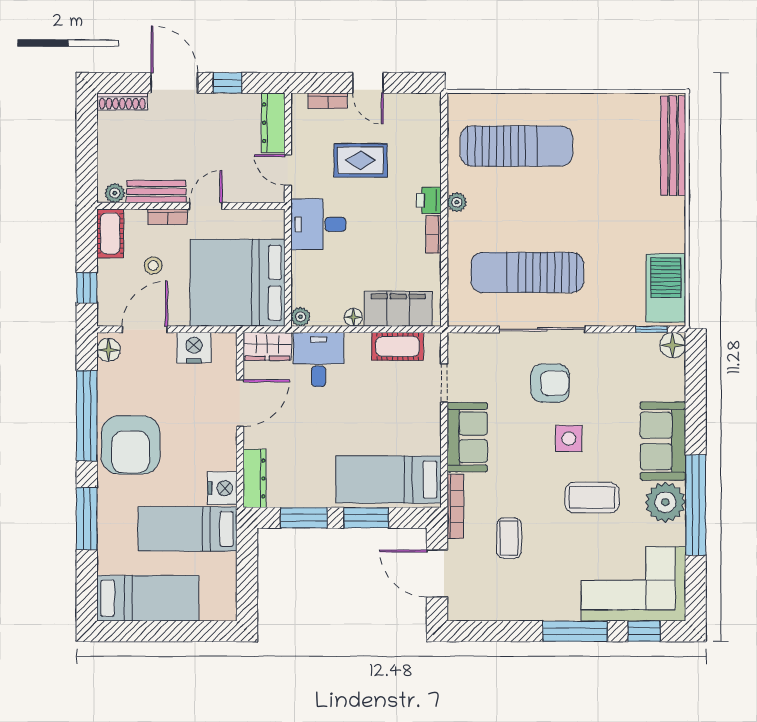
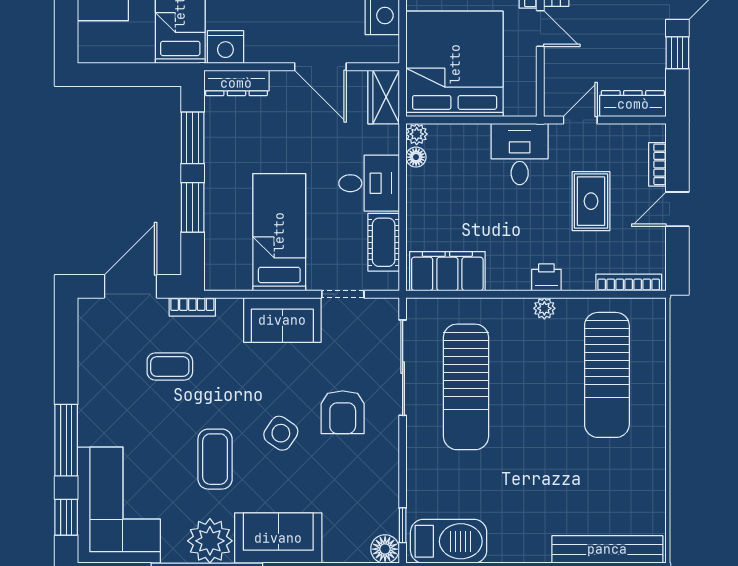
bookcase: (434, 234) -> (629, 282), moved, width x1.56
sun lounger: (527, 272) -> (466, 387), turned 180
filing cabinet: (398, 309) -> (447, 271), moved, turned -90
floor lamp: (353, 317) -> (416, 157), moved
sliding door: (542, 329) -> (403, 368), moved
desk: (319, 359) -> (369, 183), moved
side table: (569, 439) -> (281, 433), turned 34
bed: (389, 479) -> (279, 232), moved
bookcase: (455, 506) -> (192, 307), width x0.64

